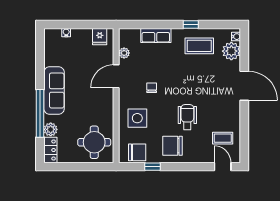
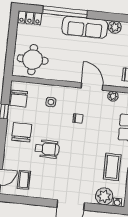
side table: (137, 118) -> (51, 102), width x0.54, depth x0.54
plant: (51, 129) -> (115, 27), moved

